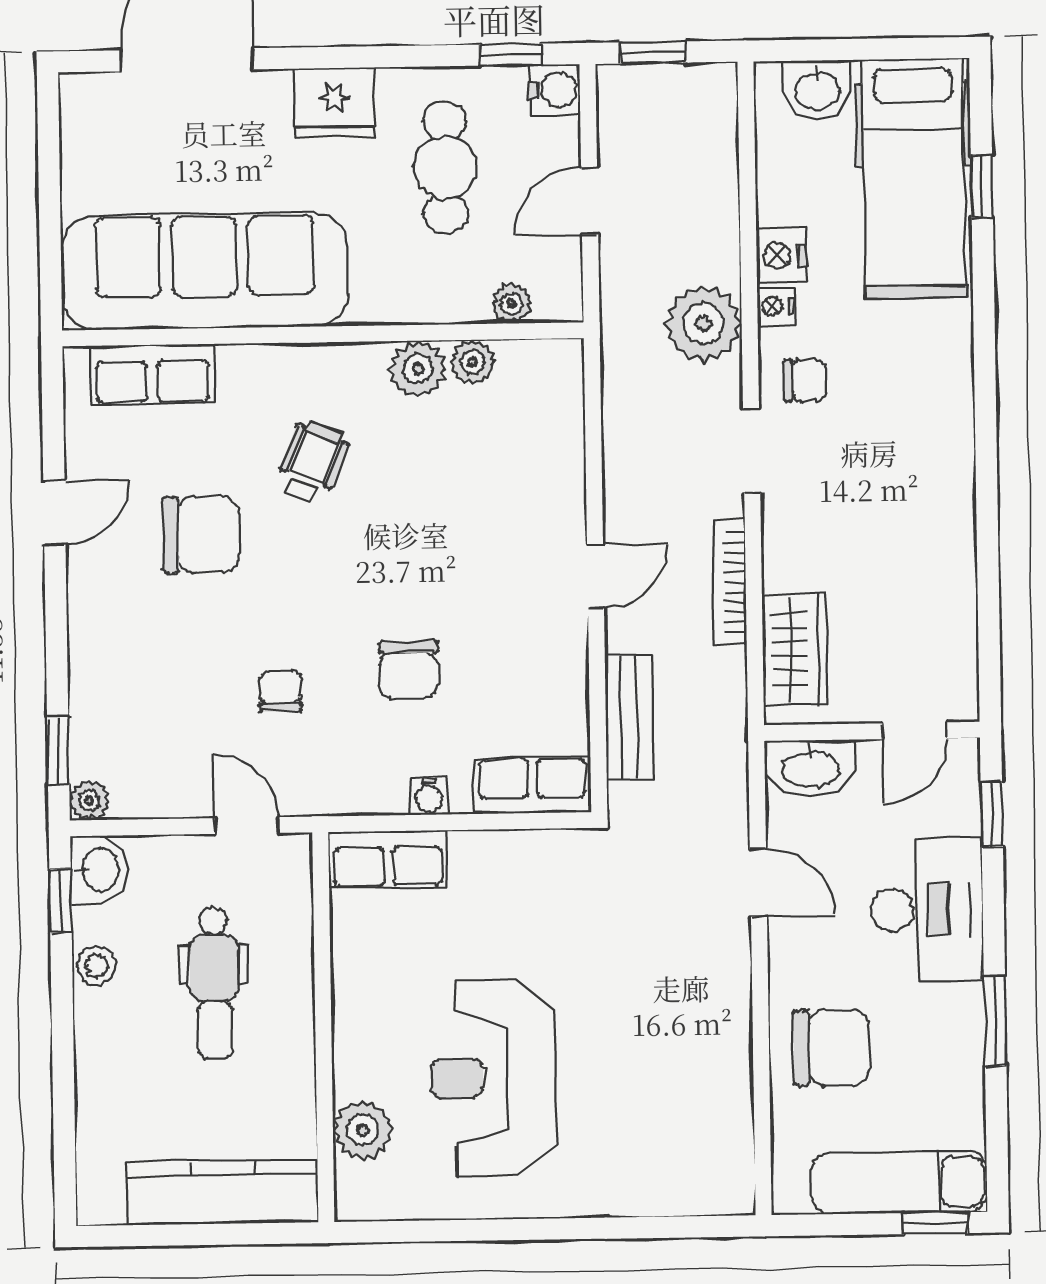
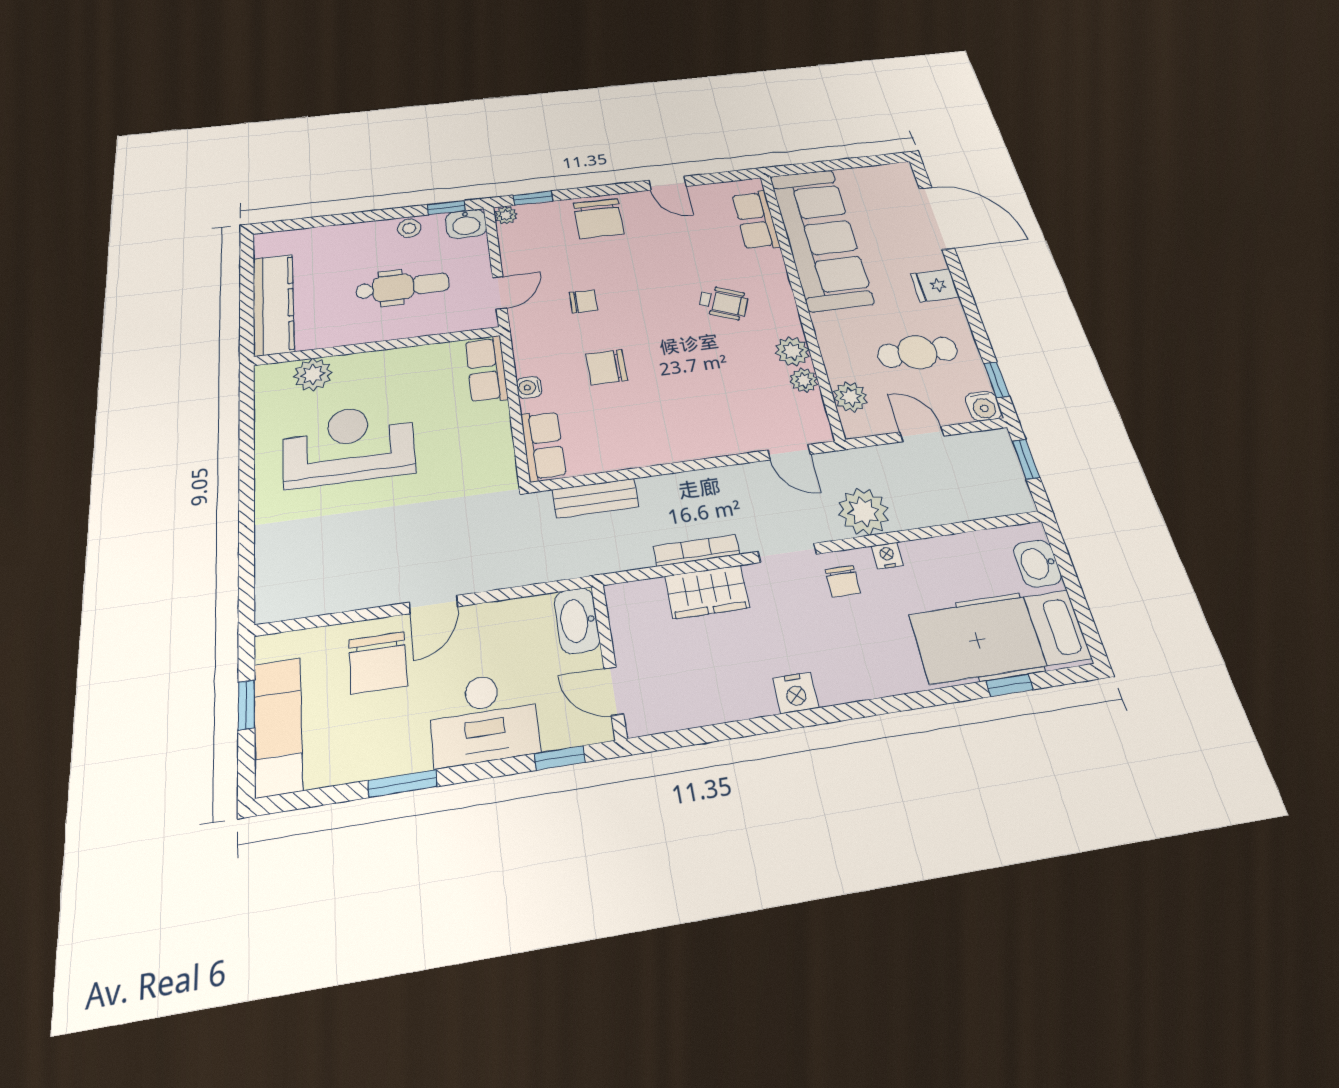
fridge: (334, 102) -> (935, 285), width x0.72
nightstand: (781, 256) -> (796, 693), moved, turned 180
plant: (511, 303) -> (850, 397), width x1.38, depth x1.38
chair: (201, 534) -> (599, 218), moved
door: (595, 576) -> (789, 452), moved
wardrobe: (795, 649) -> (707, 592), moved
door: (758, 883) -> (434, 605), moved
dental chair: (214, 983) -> (403, 287), turned 180
window: (936, 1223) -> (246, 705), moved

